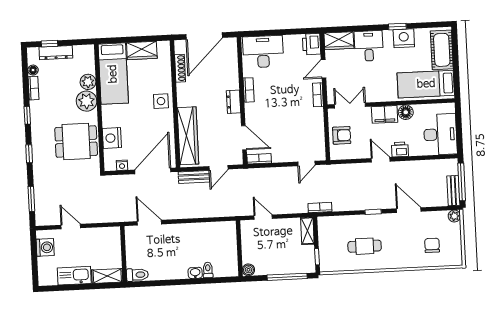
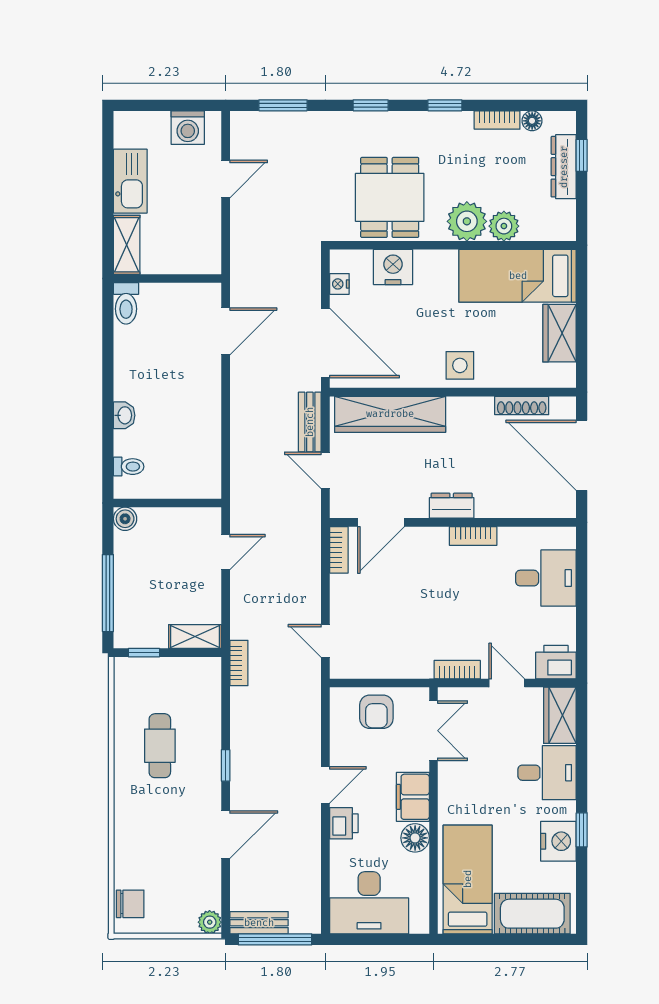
desk: (263, 52) -> (546, 578), width x0.73
chair: (432, 245) -> (130, 904), moved
toilet: (208, 270) -> (129, 467), moved

